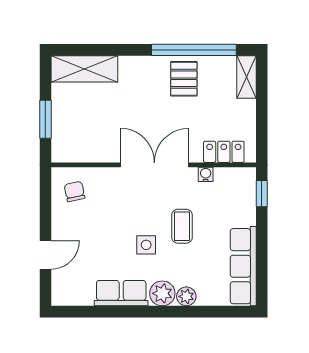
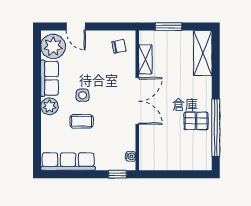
shelving: (246, 77) -> (145, 59), moved, turned 90
locker: (224, 152) -> (146, 148), removed
water cooler: (206, 174) -> (131, 156), moved
coffee table: (182, 226) -> (82, 121), moved
plant: (186, 296) -> (53, 46), moved, width x1.88, depth x1.88

